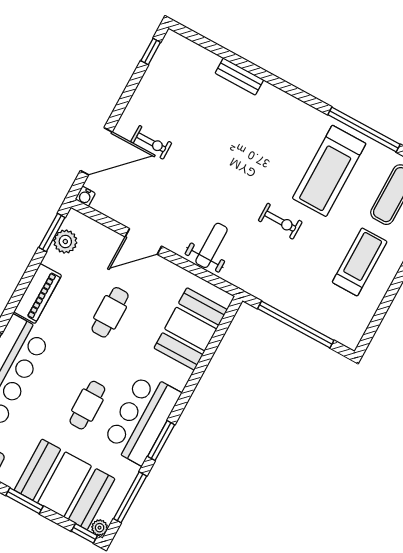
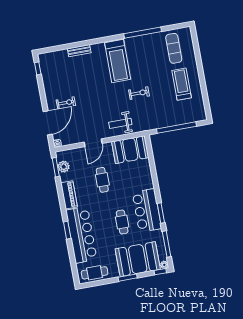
treadmill: (329, 171) -> (118, 61), moved
weight bench: (211, 245) -> (120, 123), turned -90
booth: (191, 329) -> (130, 150), moved, turned 90

